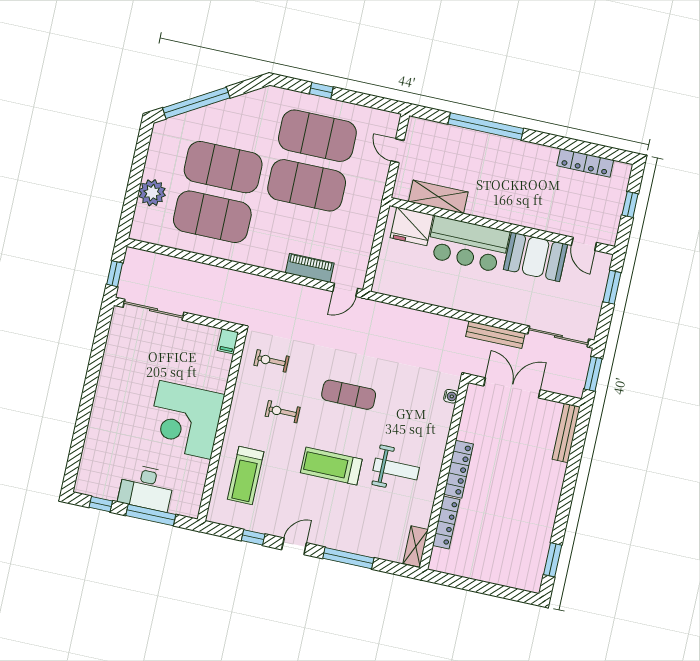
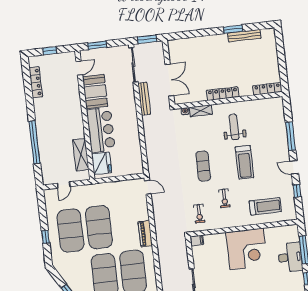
piano: (310, 268) -> (145, 234), moved
double door: (512, 388) -> (169, 80), swing flipped
bench: (566, 433) -> (244, 36), moved
locker: (446, 522) -> (267, 89), moved
shelving: (416, 546) -> (201, 111), moved
window: (553, 560) -> (233, 29), moved

